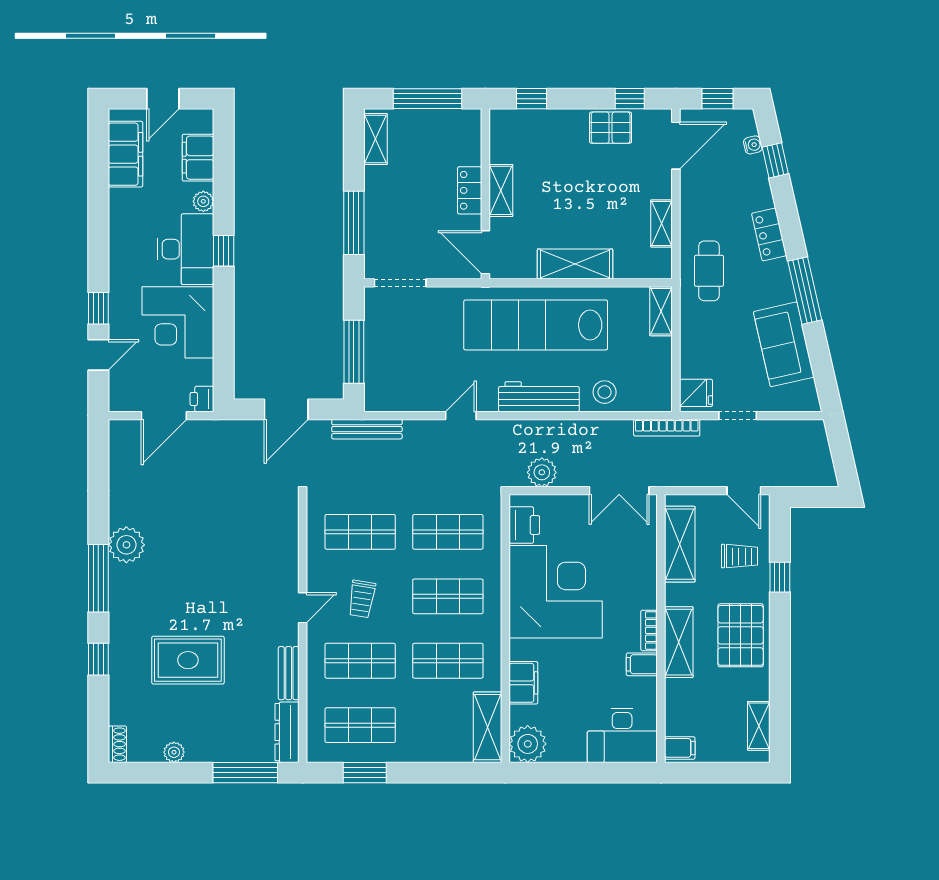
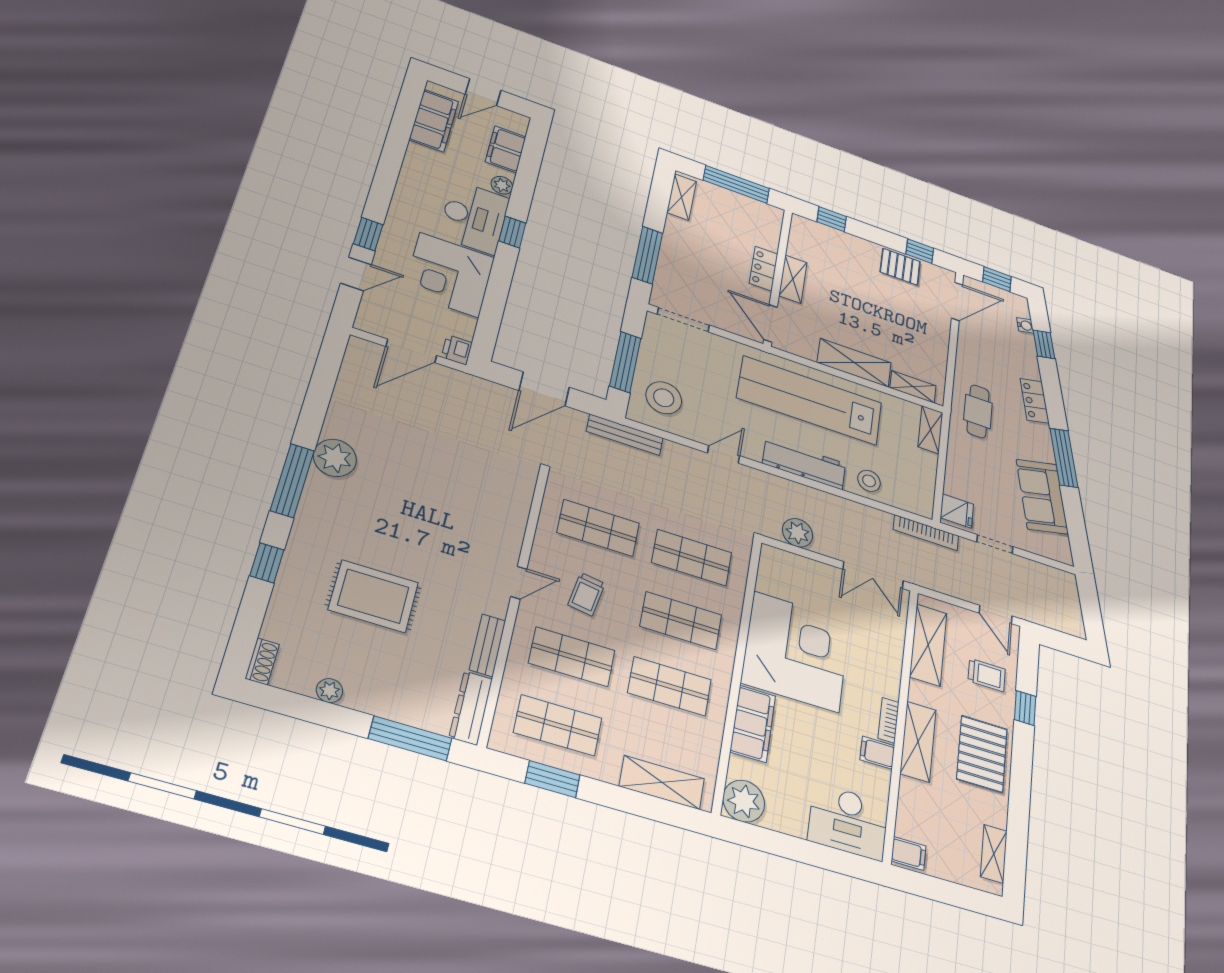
shelving: (661, 224) -> (913, 387), moved, turned 90
stool: (396, 376) -> (664, 398), added
printer: (524, 525) -> (773, 576), removed
filing cabinet: (523, 683) -> (753, 724), width x1.50, depth x1.17
shelving: (488, 727) -> (662, 782), moved, turned 90

